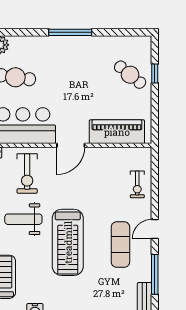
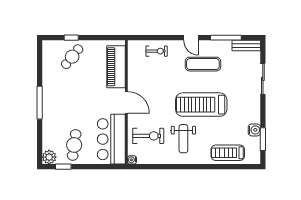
treadmill: (68, 242) -> (201, 105), turned 180

